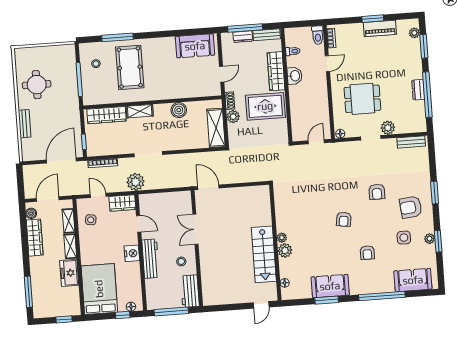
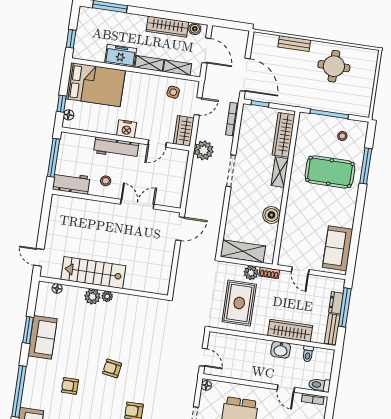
rug: (265, 106) -> (239, 303), moved

